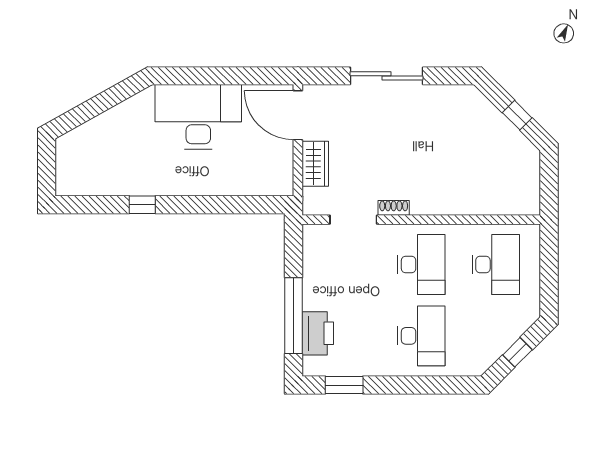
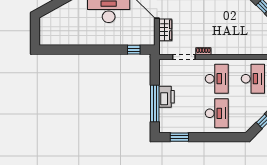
window: (142, 205) -> (134, 50), moved
printer: (318, 333) -> (167, 97), moved

